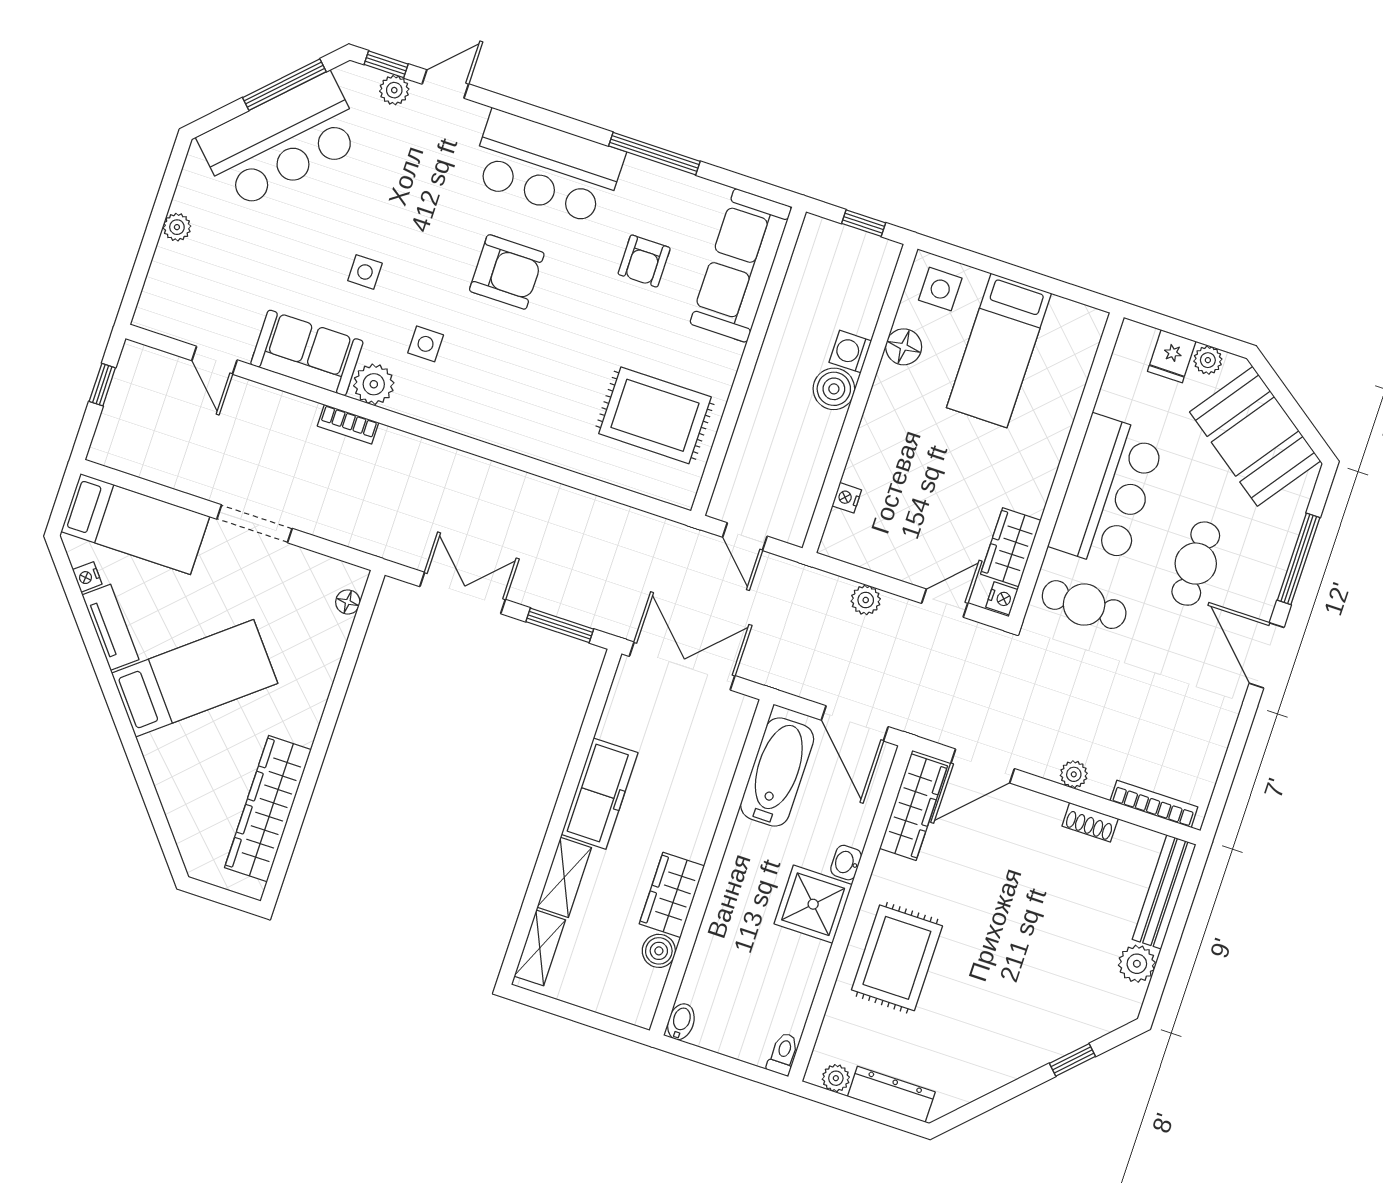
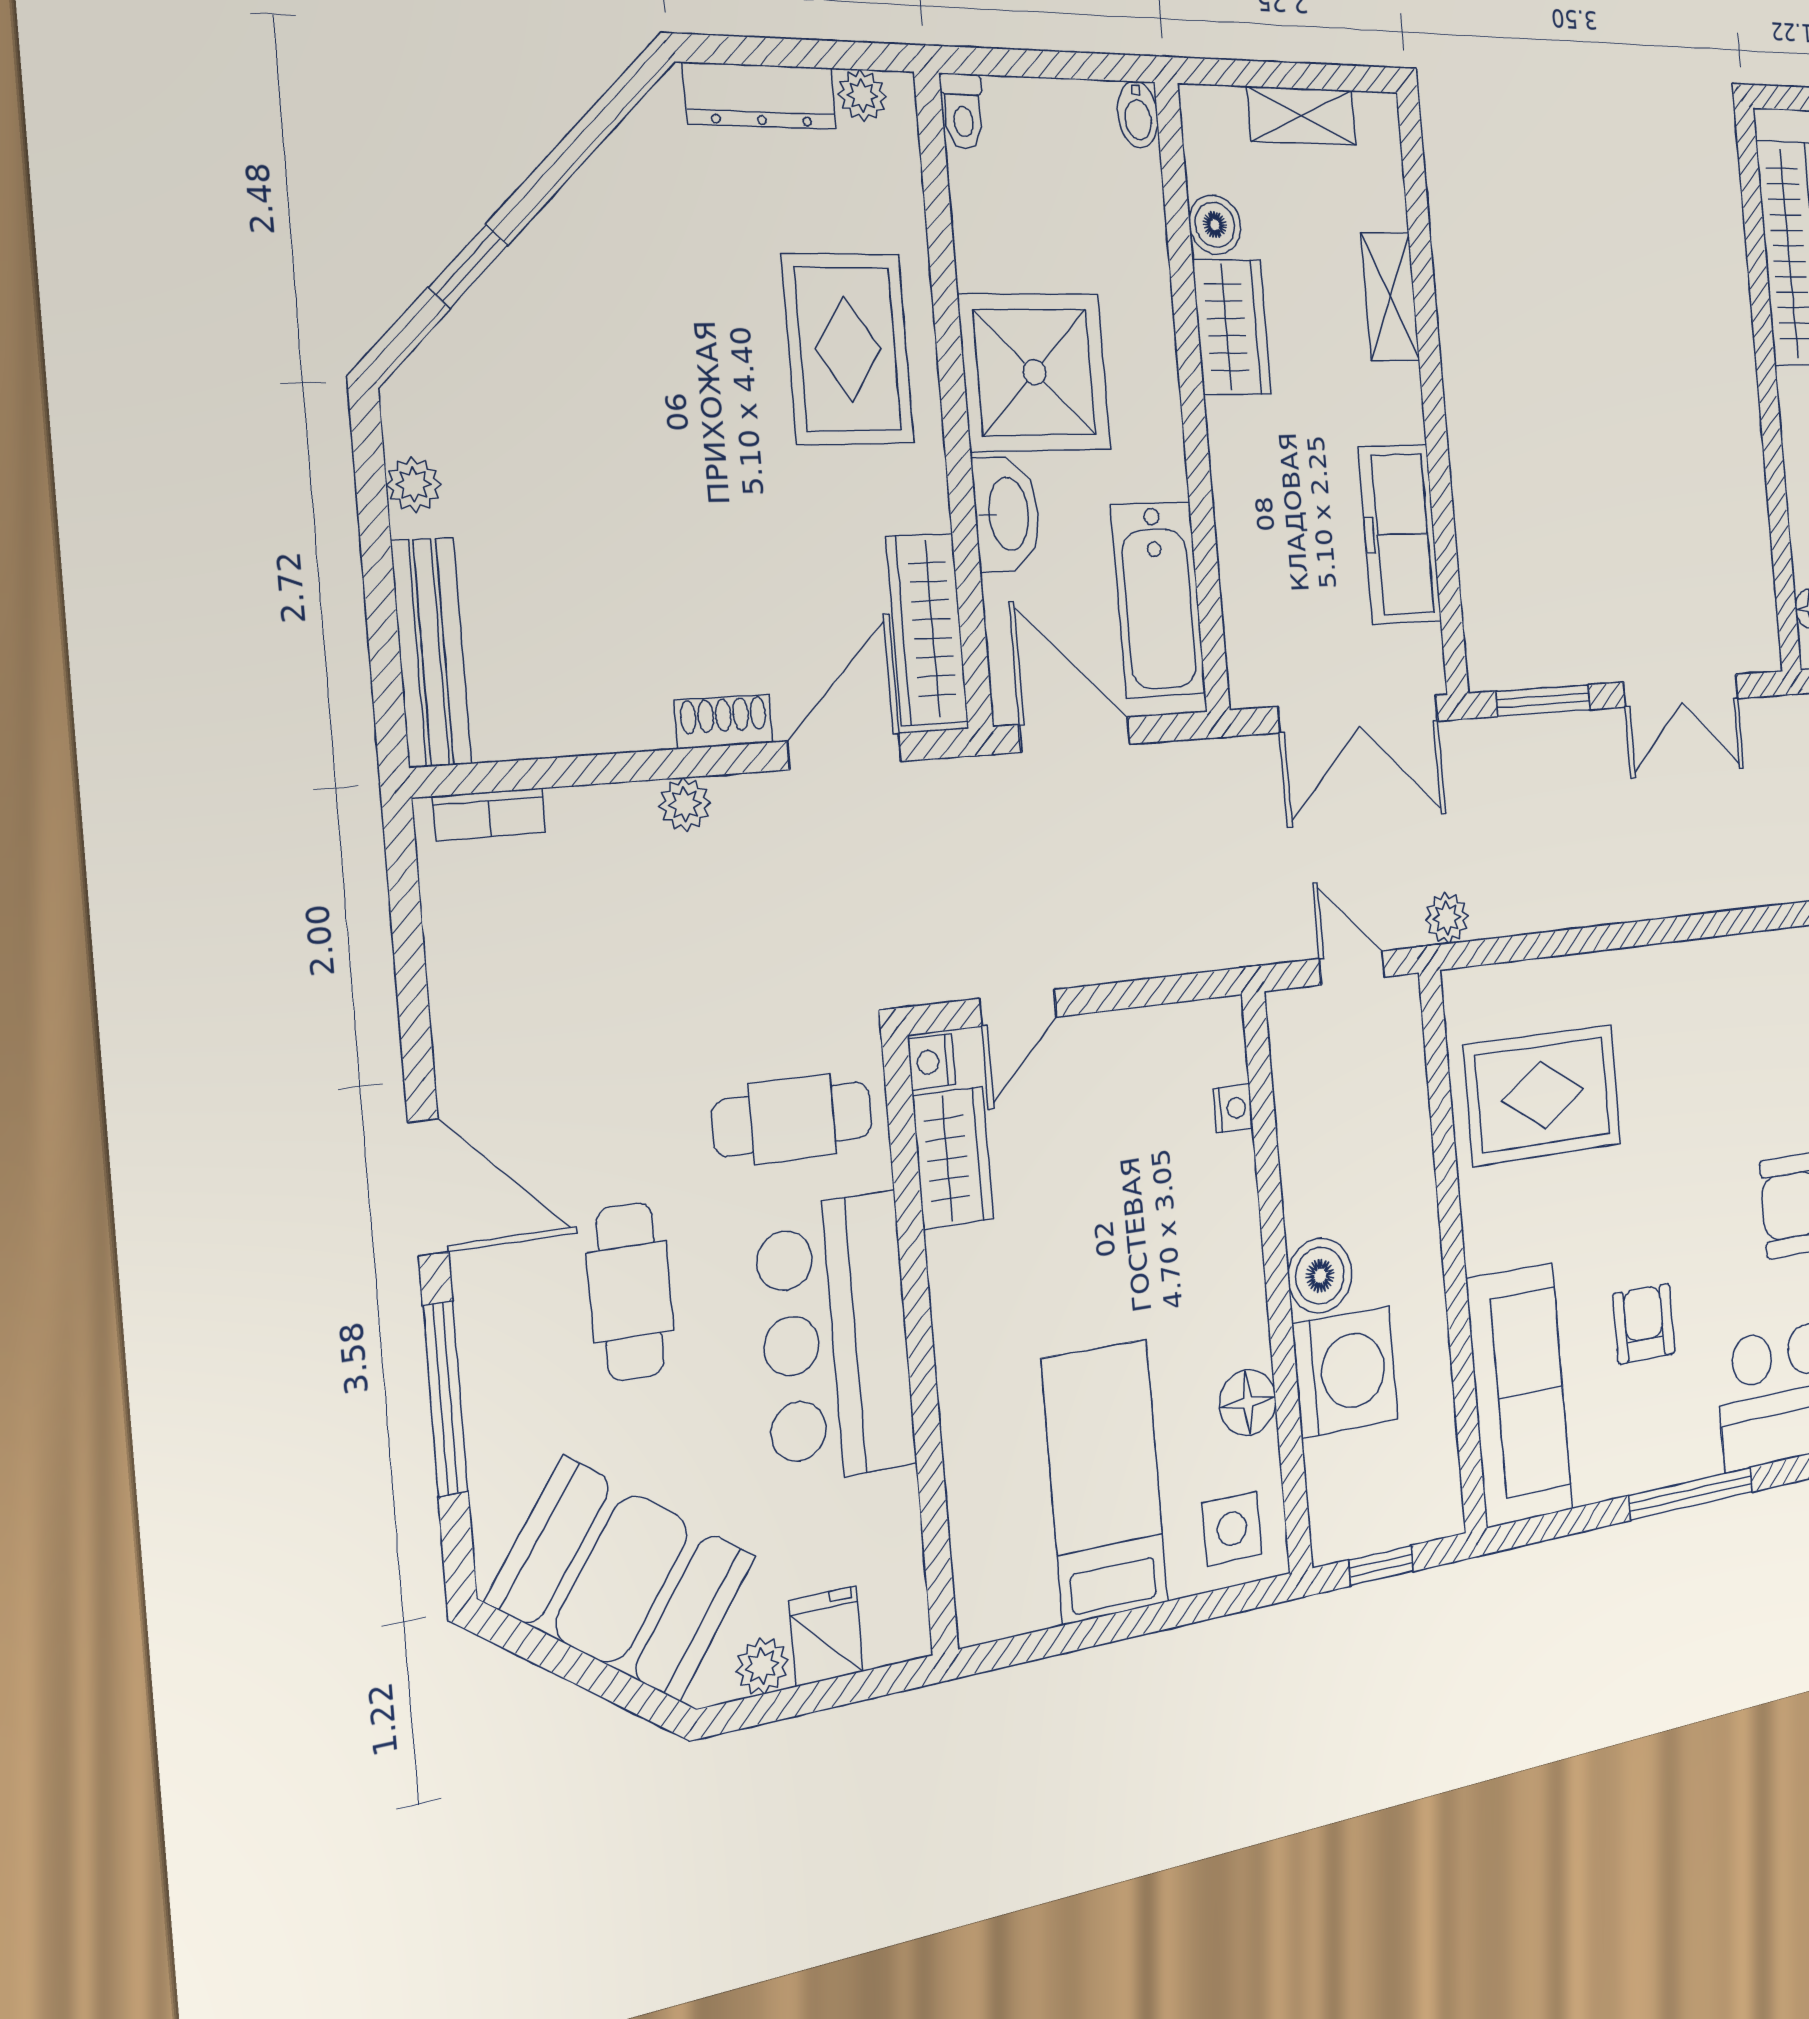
washing machine: (850, 352) -> (1345, 1372), width x1.89, depth x1.89
plant: (866, 600) -> (1447, 918), moved
freezer: (600, 794) -> (1400, 534), moved
bookcase: (1154, 804) -> (489, 814), width x0.64
shoe rack: (1090, 822) -> (724, 721), moved
washbasin: (846, 863) -> (1007, 514), width x1.91, depth x1.45
shower: (813, 904) -> (1035, 372), width x1.37, depth x1.37
shelving: (540, 948) -> (1302, 116), moved, turned 90
plant: (1137, 964) -> (413, 485), width x0.73, depth x0.73

